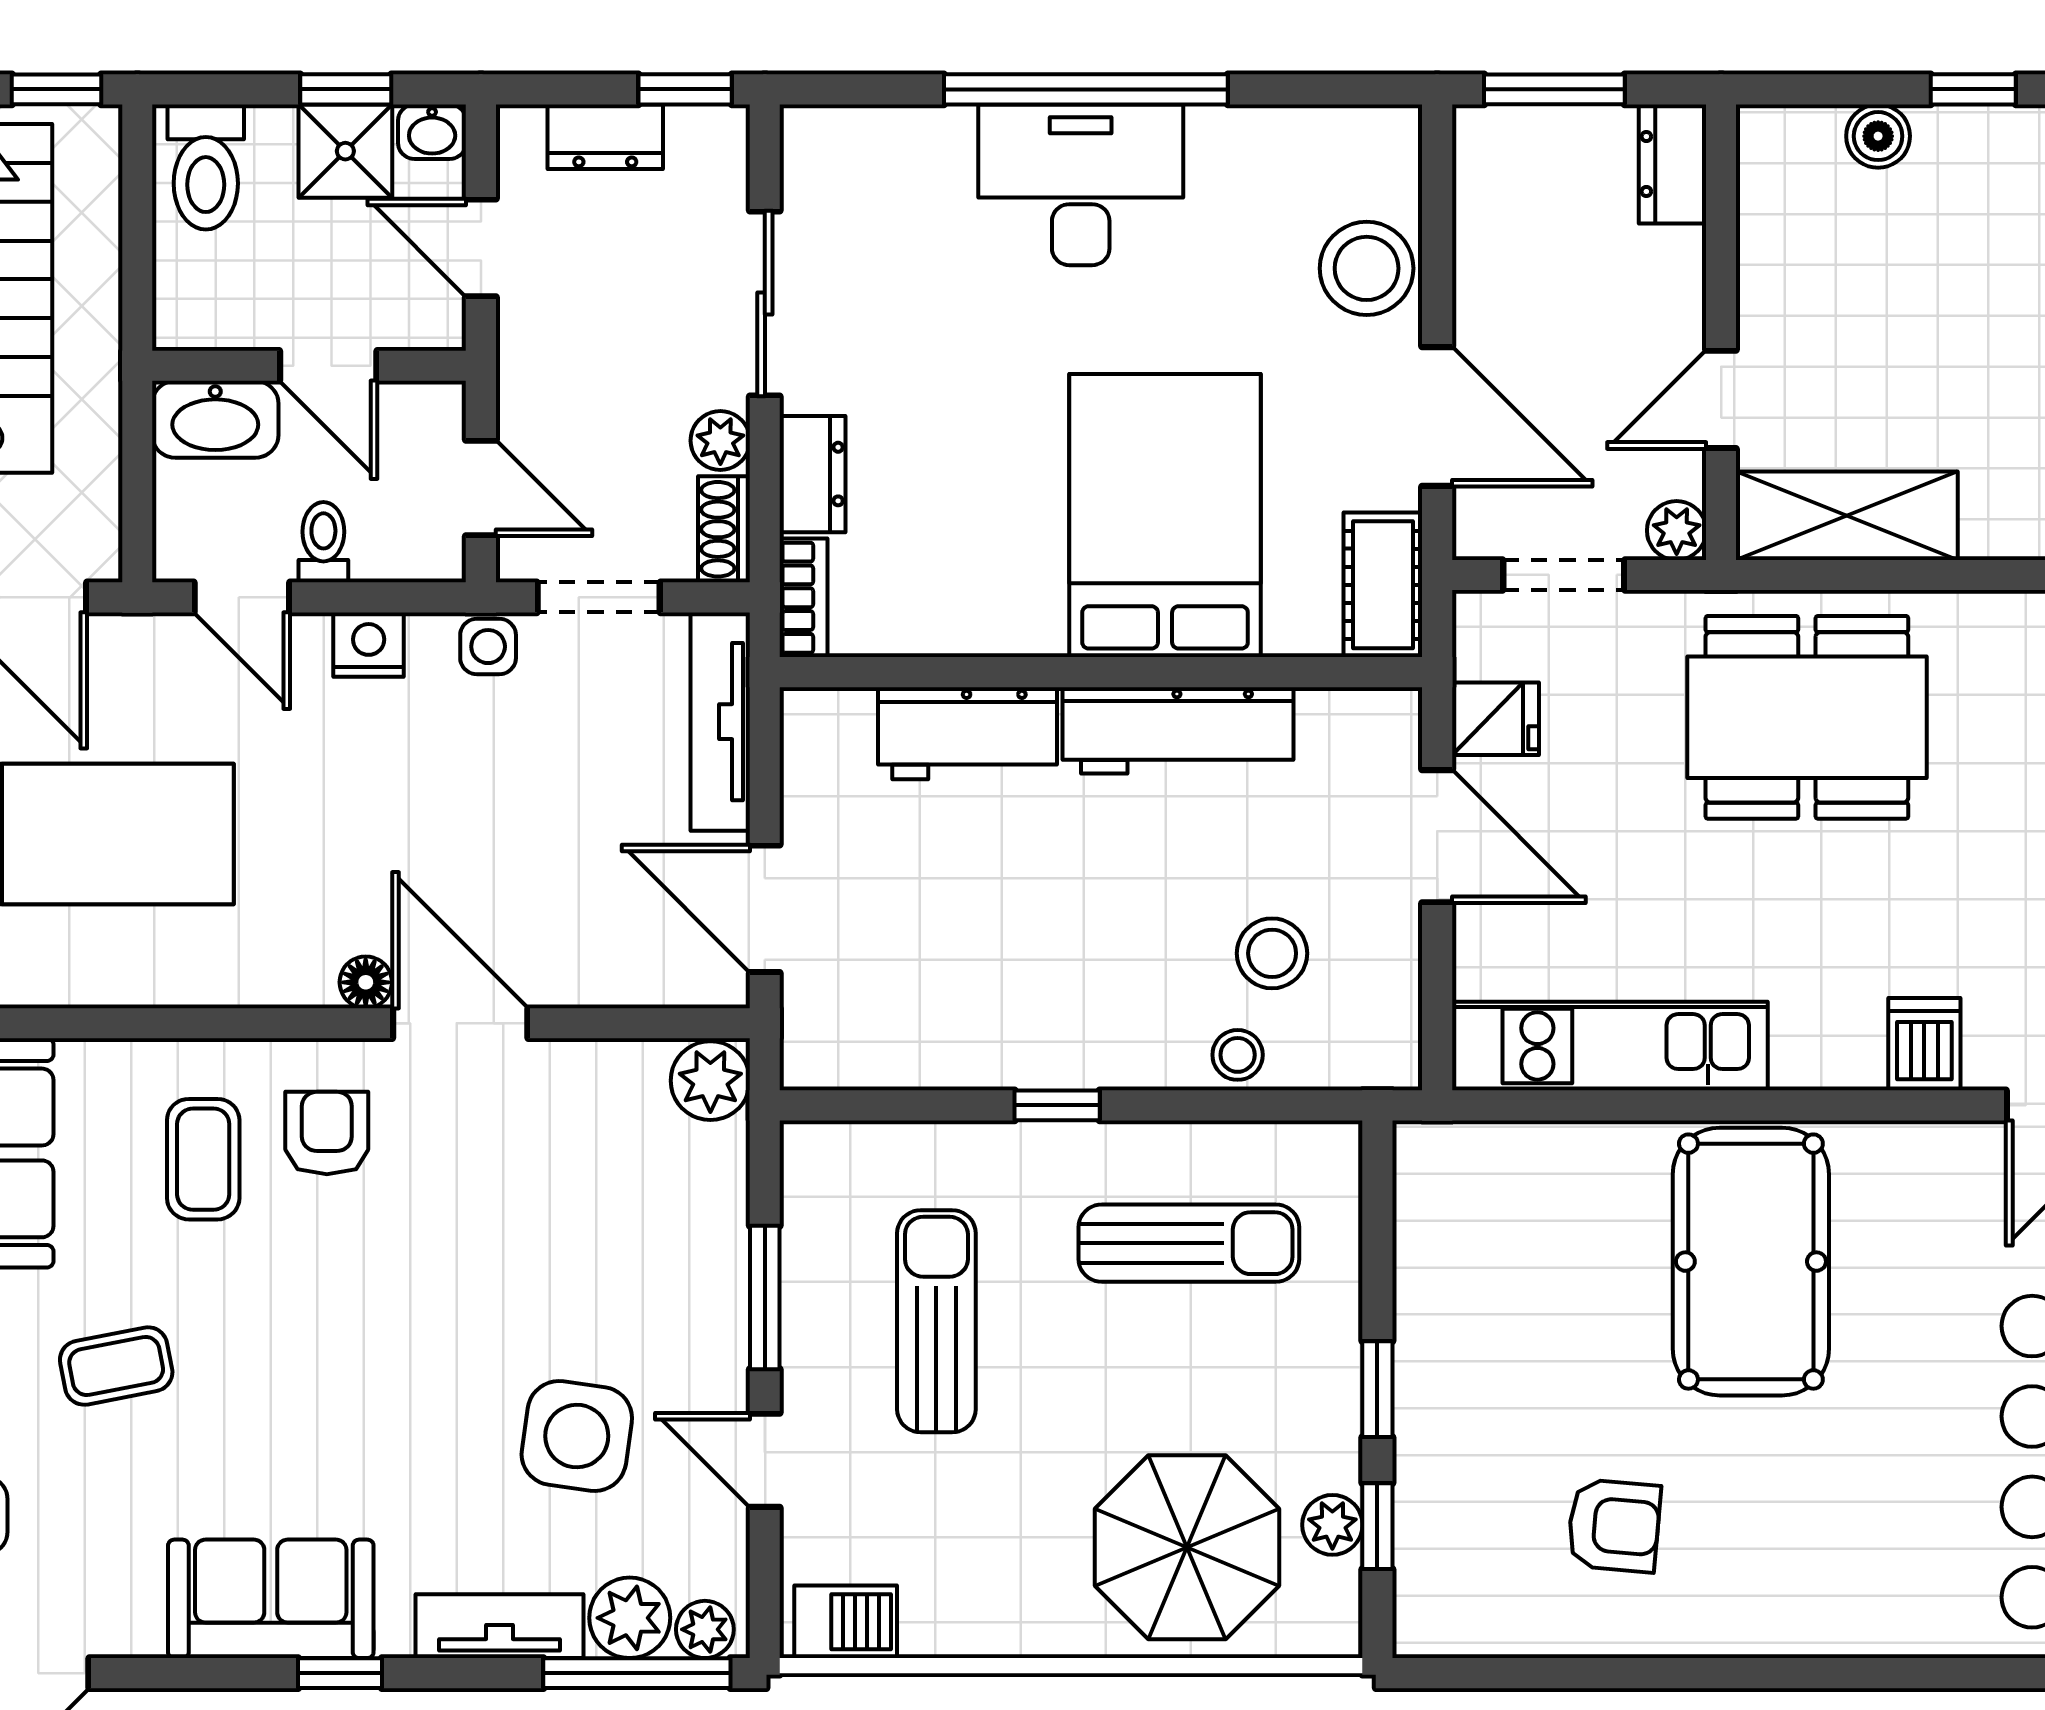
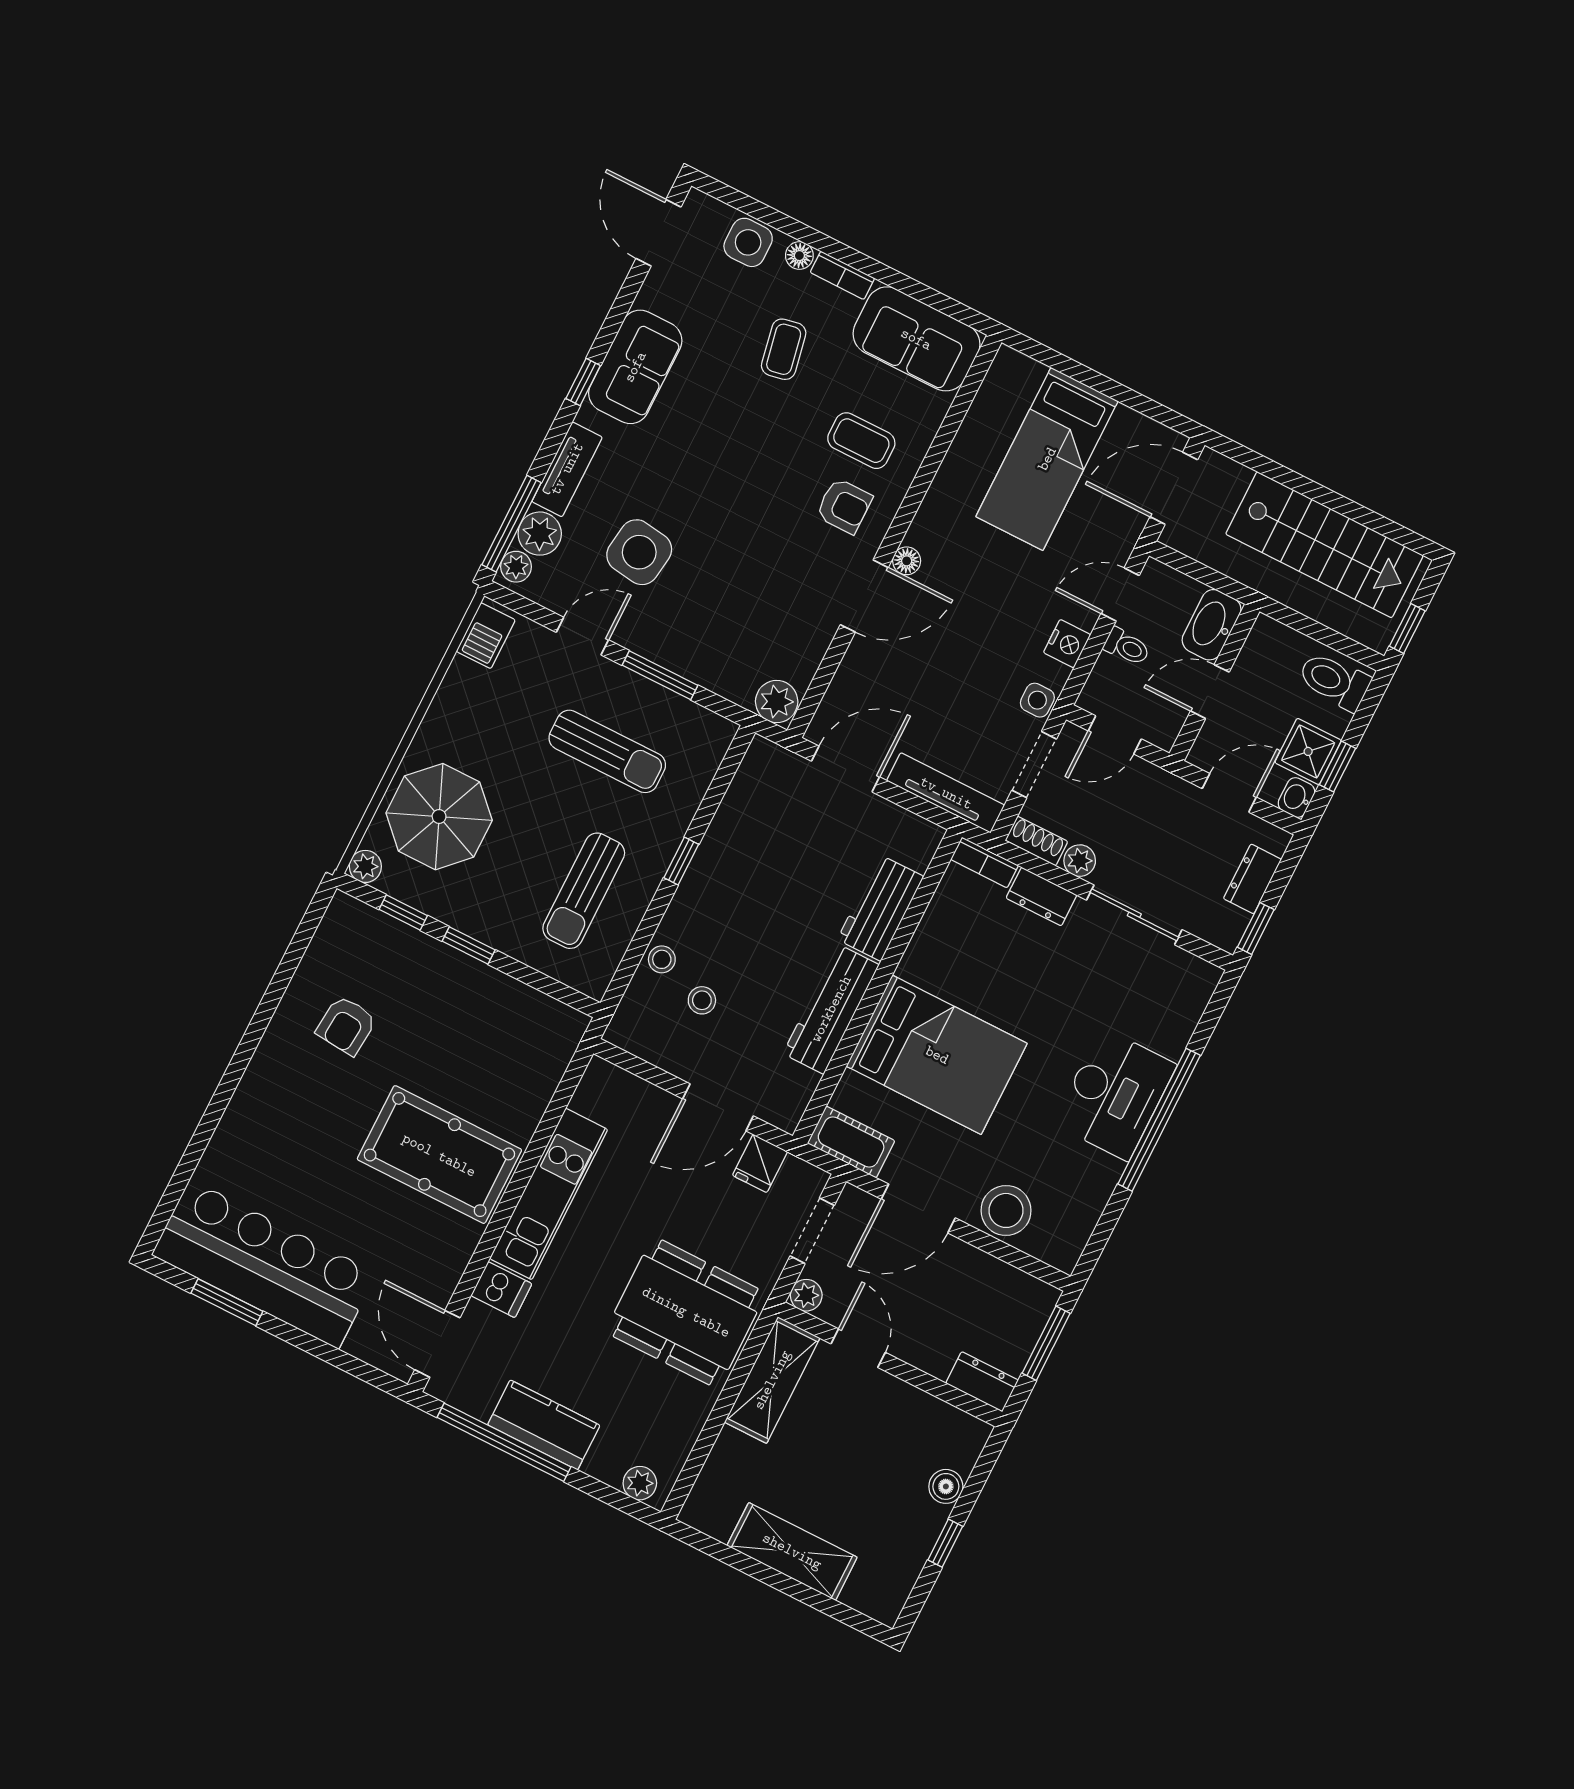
dining table: (1807, 717) -> (686, 1312), turned 90
stool: (1272, 953) -> (702, 1000), width x0.73, depth x0.73
kitchen unit: (1610, 1046) -> (549, 1194), moved
plant: (1332, 1525) -> (365, 866), moved

